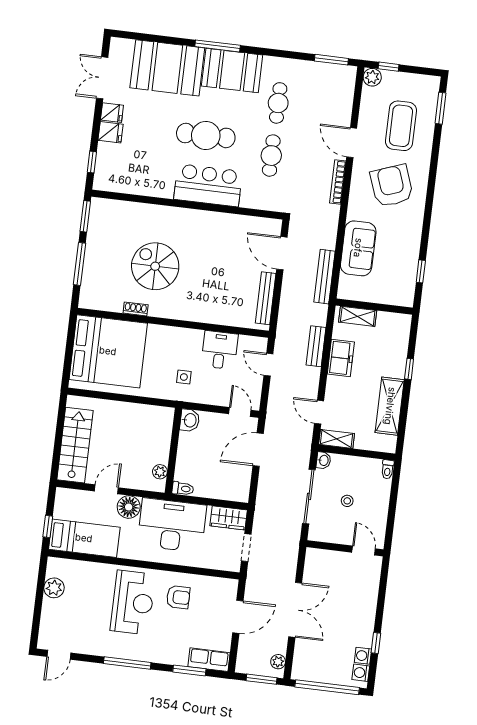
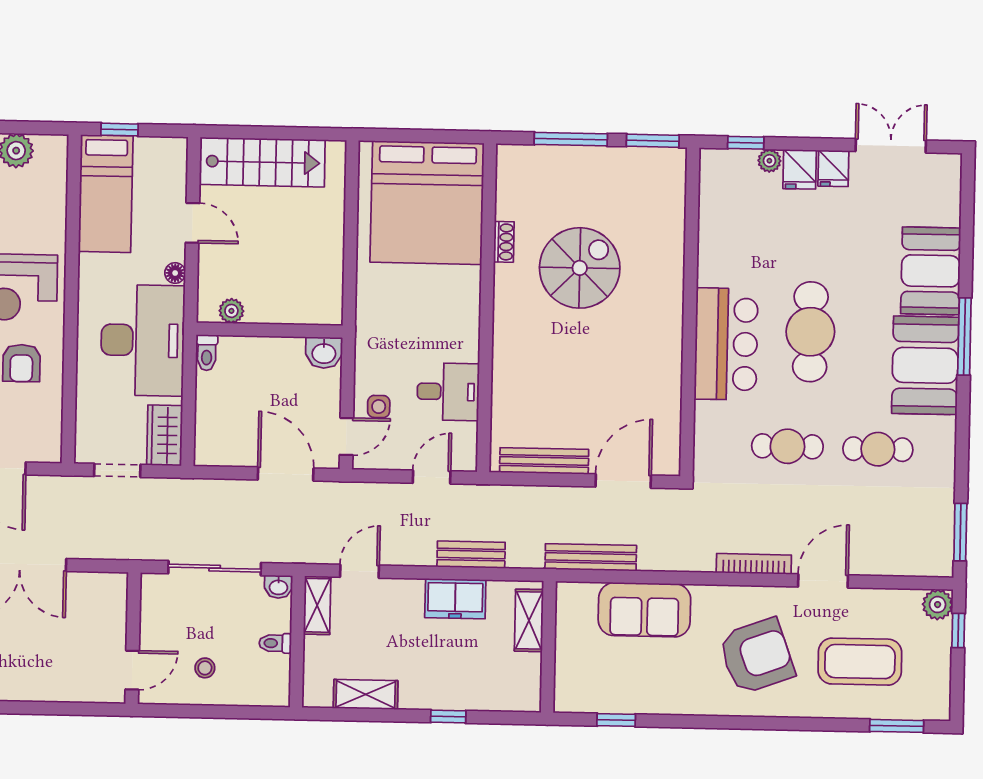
booth: (167, 68) -> (931, 271), width x0.73, depth x0.70
plant: (104, 149) -> (769, 161), added
side table: (184, 377) -> (379, 407), moved
shelving: (390, 406) -> (366, 694), width x0.67, depth x0.75
toilet: (388, 469) -> (275, 643), moved
stool: (347, 501) -> (205, 668), moved
floor lamp: (129, 507) -> (175, 273), width x0.53, depth x0.53

